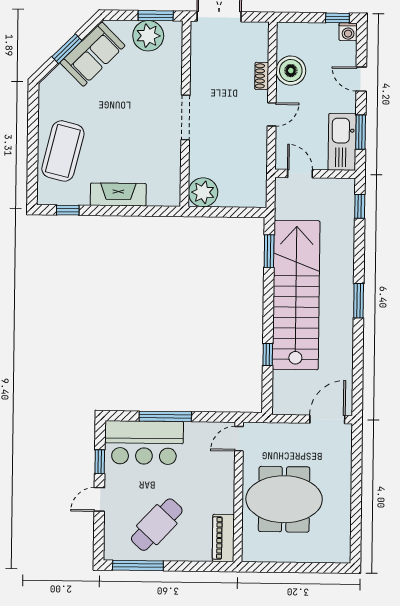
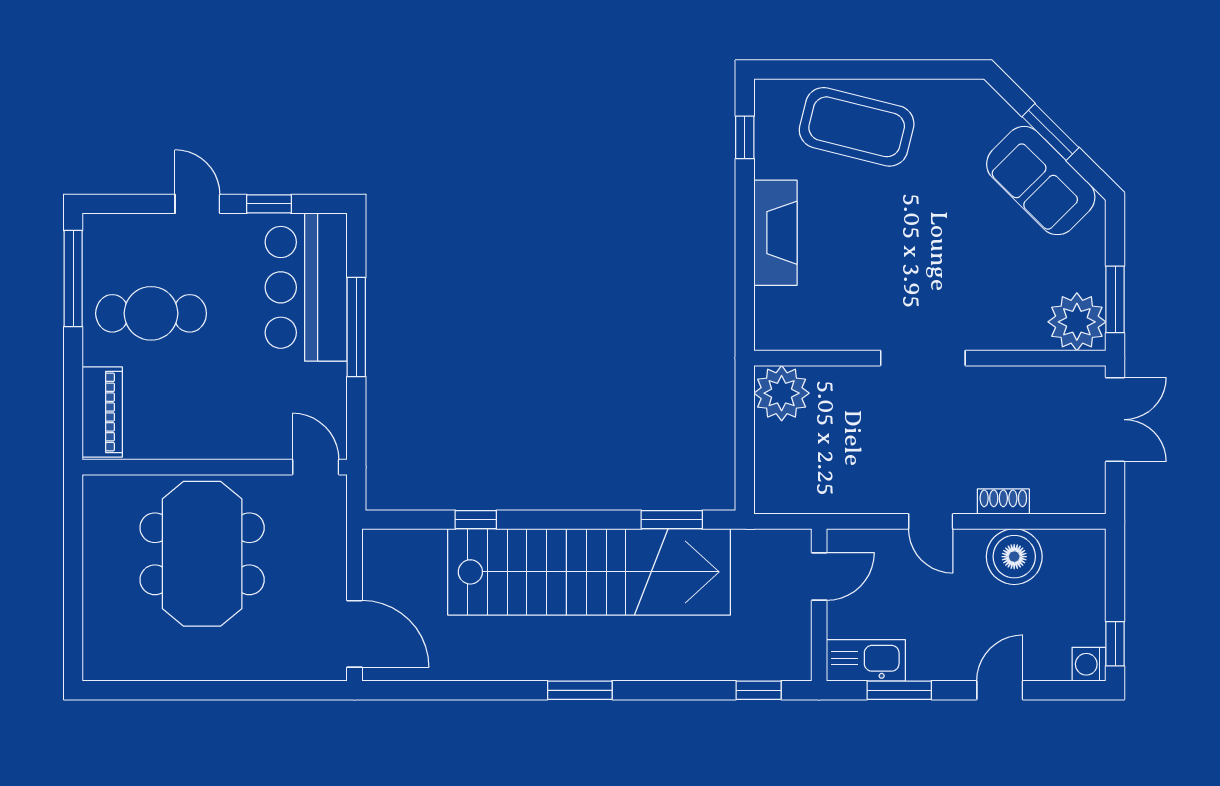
plant: (148, 36) -> (1077, 322), moved
kitchen sink: (342, 142) -> (866, 660), width x0.73, depth x0.81
cafe table: (157, 525) -> (151, 313), turned -43
piano: (223, 538) -> (102, 412), moved, turned 90

